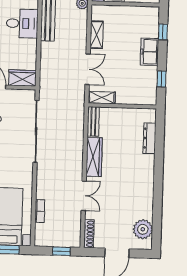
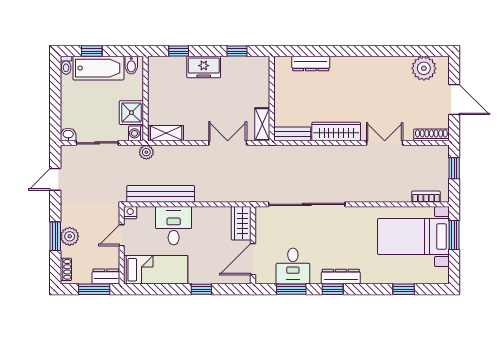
shelving: (97, 35) -> (166, 133), moved
bookcase: (40, 211) -> (426, 197), moved

